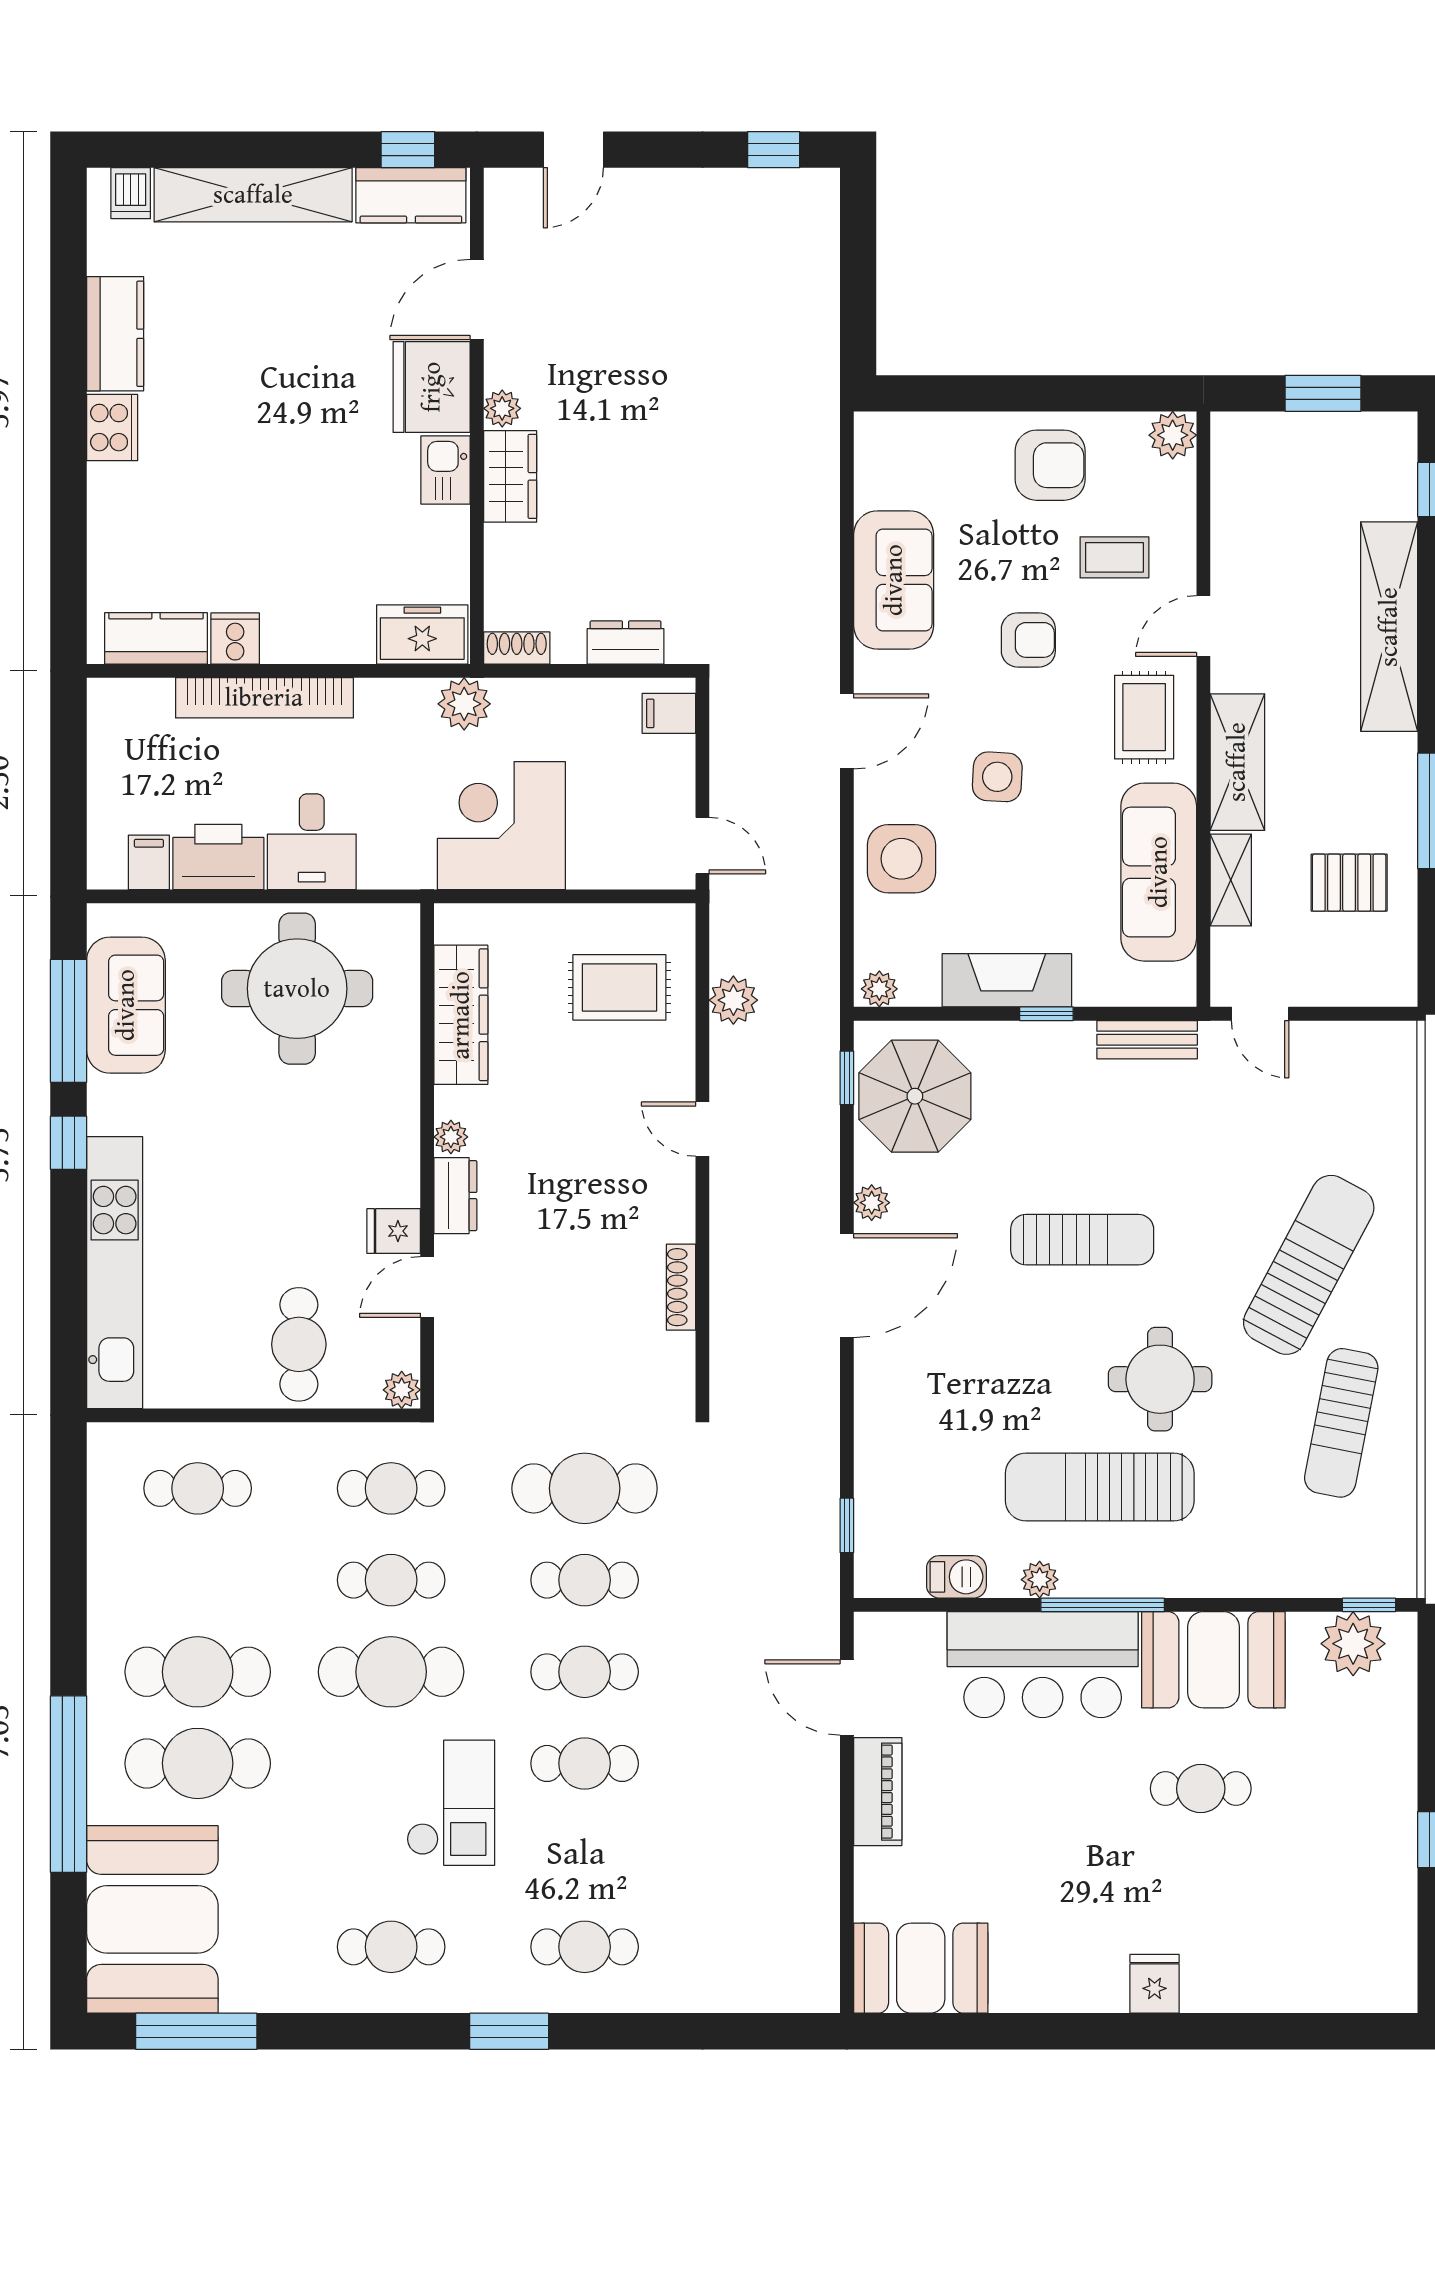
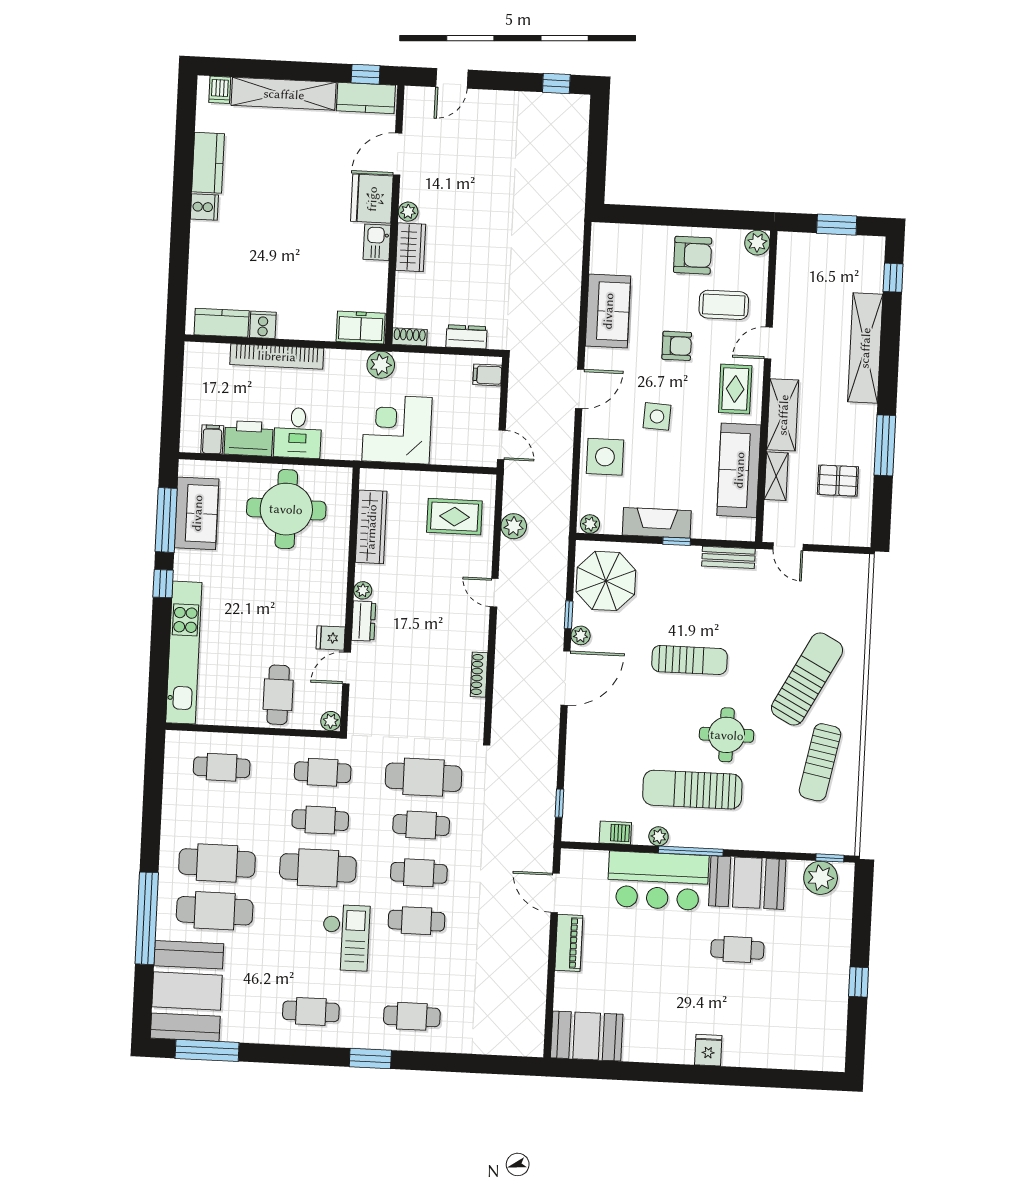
cooker: (112, 428) -> (204, 207), width x0.73
coffee table: (1114, 557) -> (724, 305), width x1.36, depth x1.30
window: (847, 1078) -> (569, 615), moved

